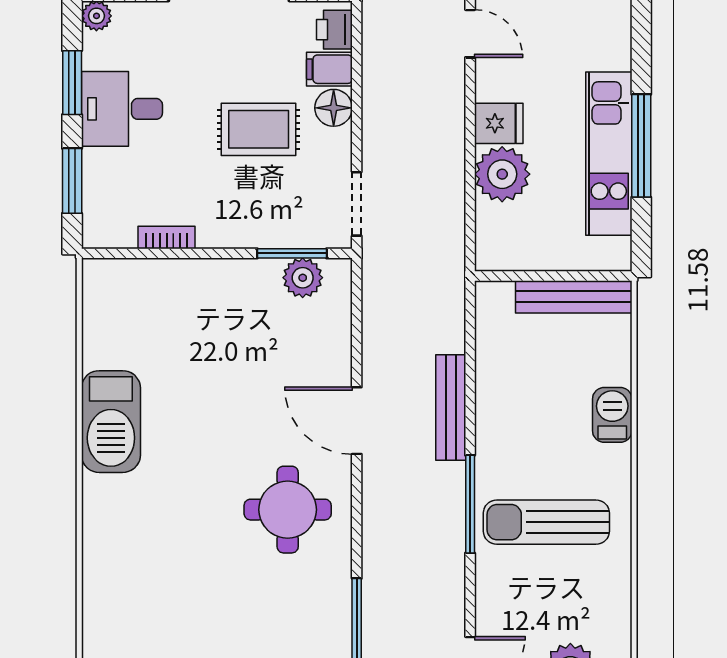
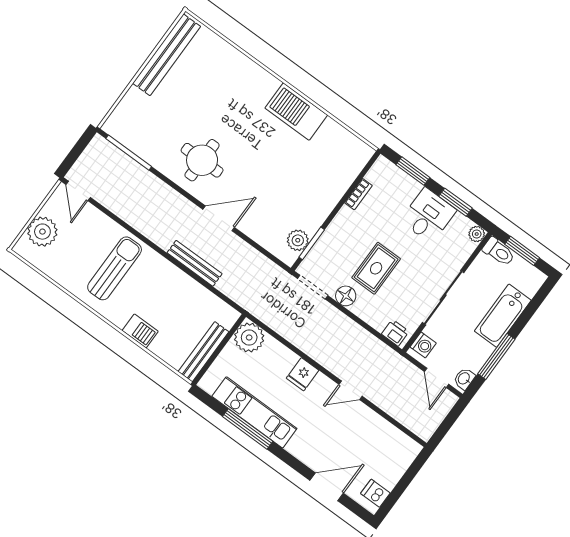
filing cabinet: (329, 69) -> (380, 318), removed
floor lamp: (334, 108) -> (346, 296), moved
plant: (502, 174) -> (249, 338), moved
window: (470, 504) -> (147, 241), removed

